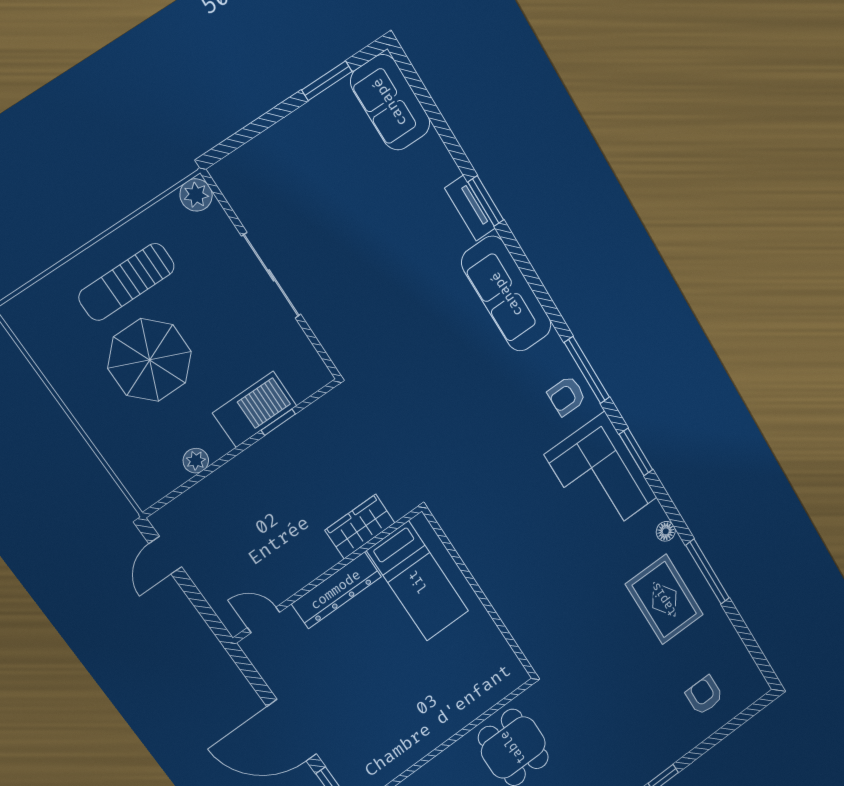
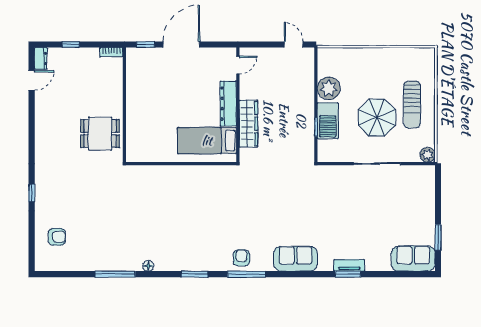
sun lounger: (127, 282) -> (412, 104), turned 180
sofa: (507, 294) -> (295, 259), width x0.73
parasol: (150, 360) -> (377, 117), moved
plant: (196, 461) -> (329, 88), width x1.88, depth x1.88
corner sofa: (601, 476) -> (195, 251), removed
wardrobe: (360, 527) -> (248, 124), width x1.50
rug: (664, 599) -> (117, 246), removed

